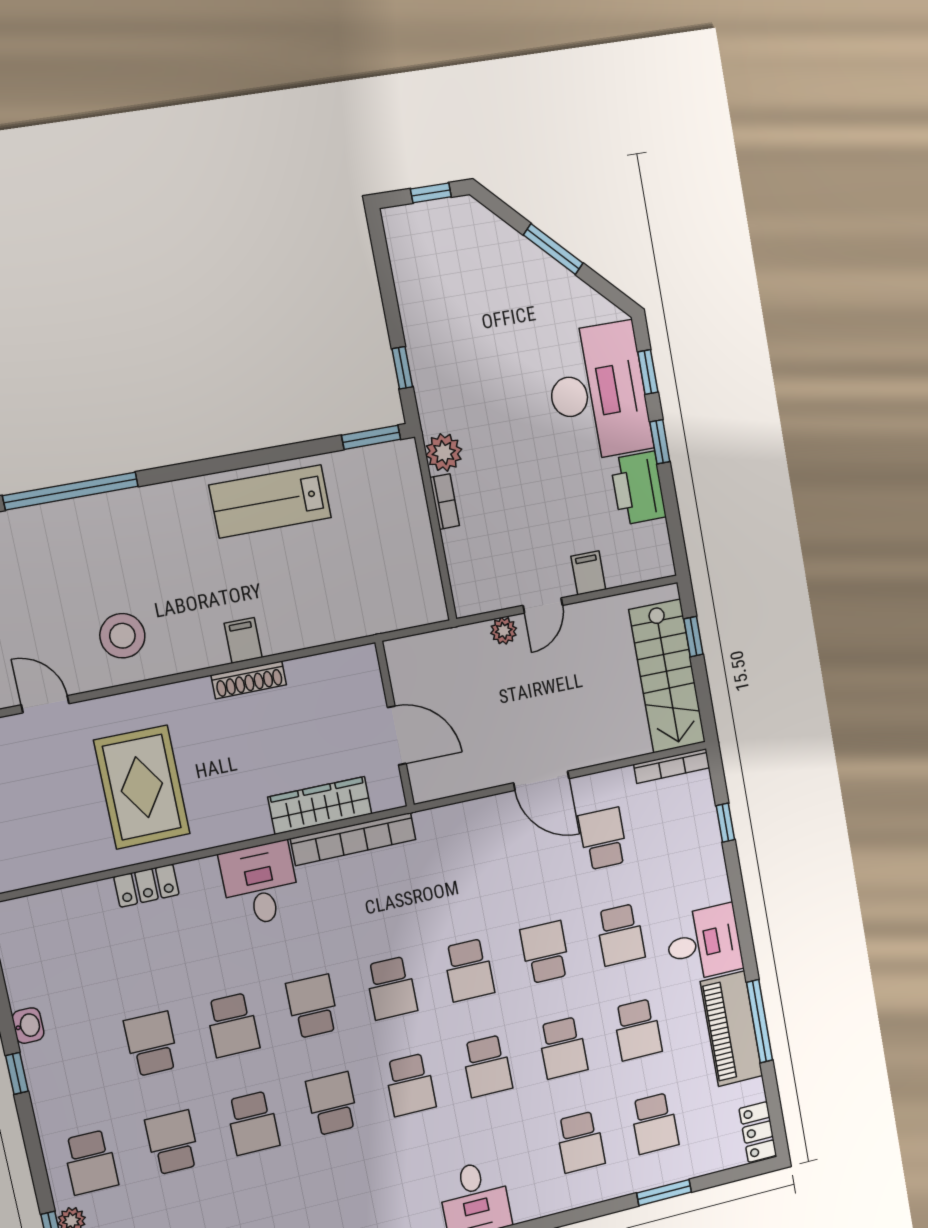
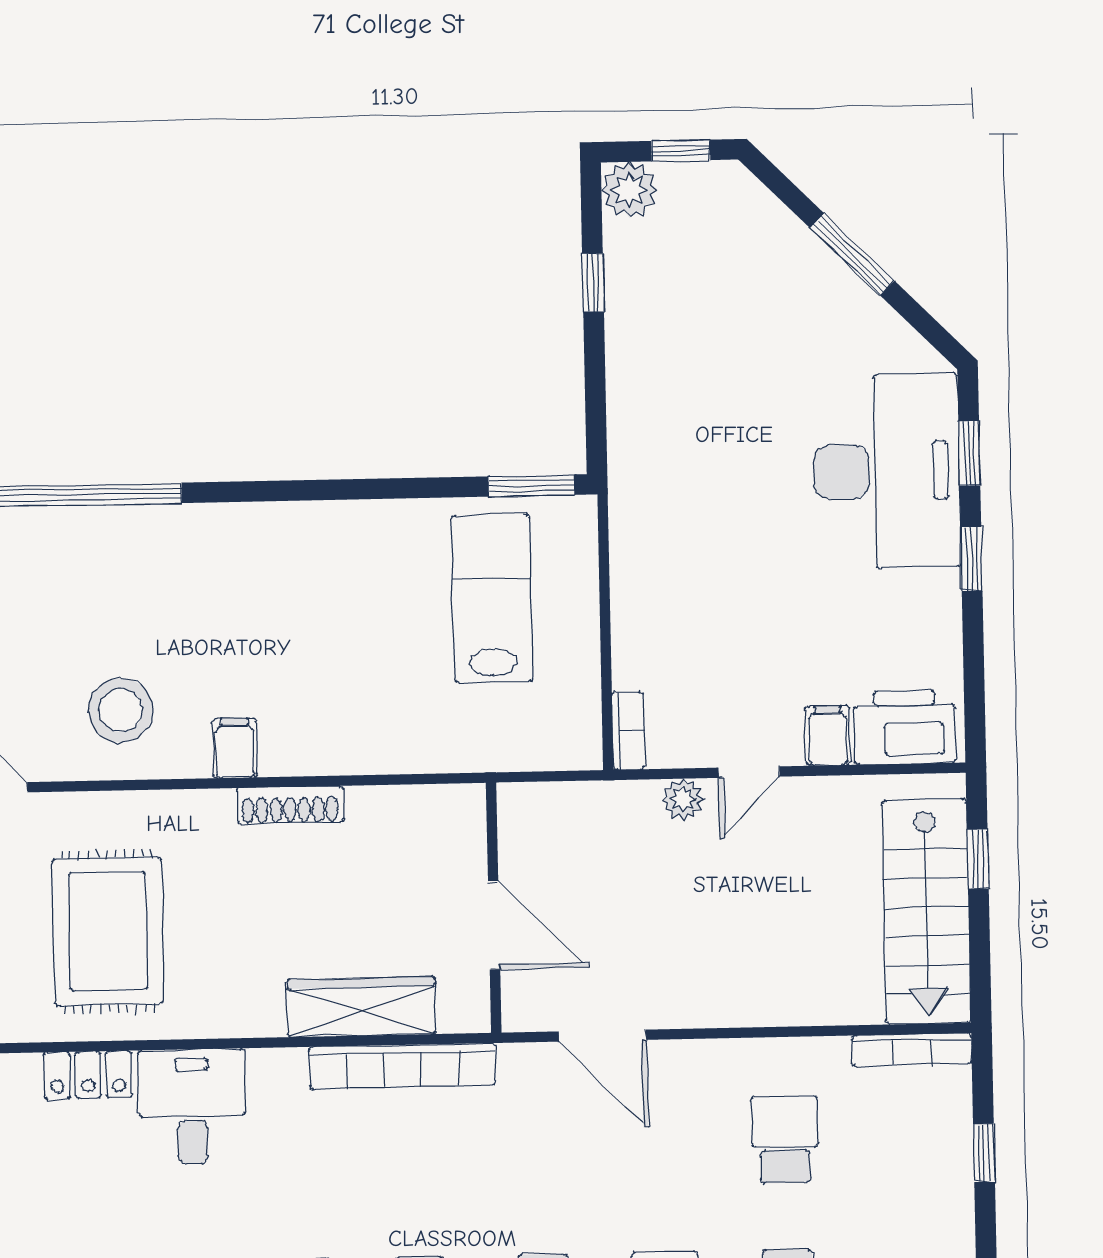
window: (402, 368) -> (593, 283), moved
plant: (444, 452) -> (629, 190), moved
printer: (638, 488) -> (905, 727), moved, turned 90
lab bench: (270, 501) -> (492, 598), moved, turned 90
bookcase: (445, 502) -> (628, 731), moved
filing cabinet: (243, 640) -> (235, 748), moved
door: (541, 781) -> (602, 1036), moved
desk: (260, 884) -> (192, 1107), moved

